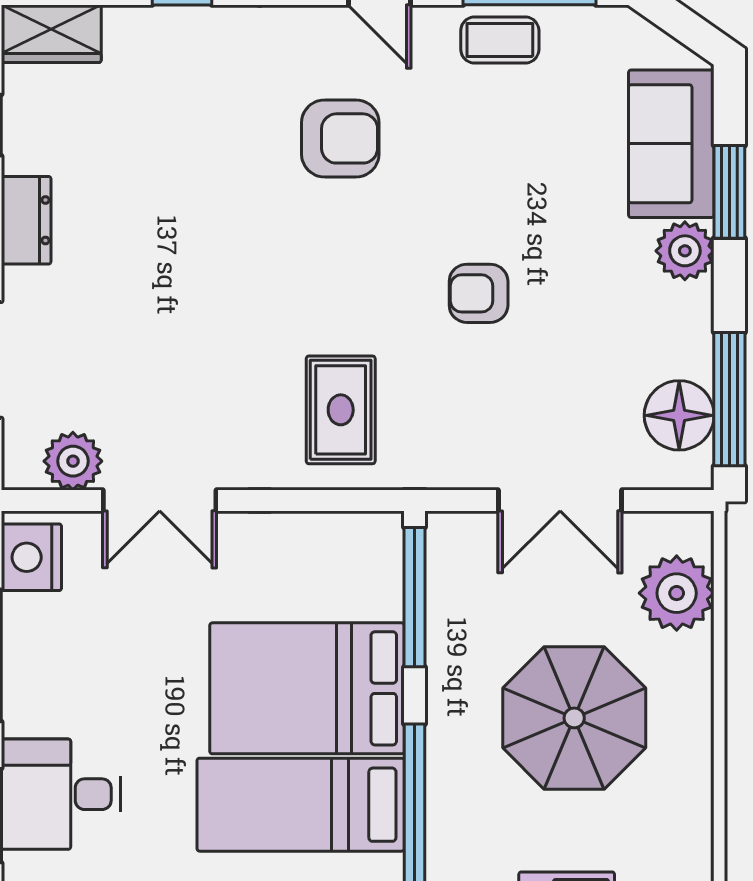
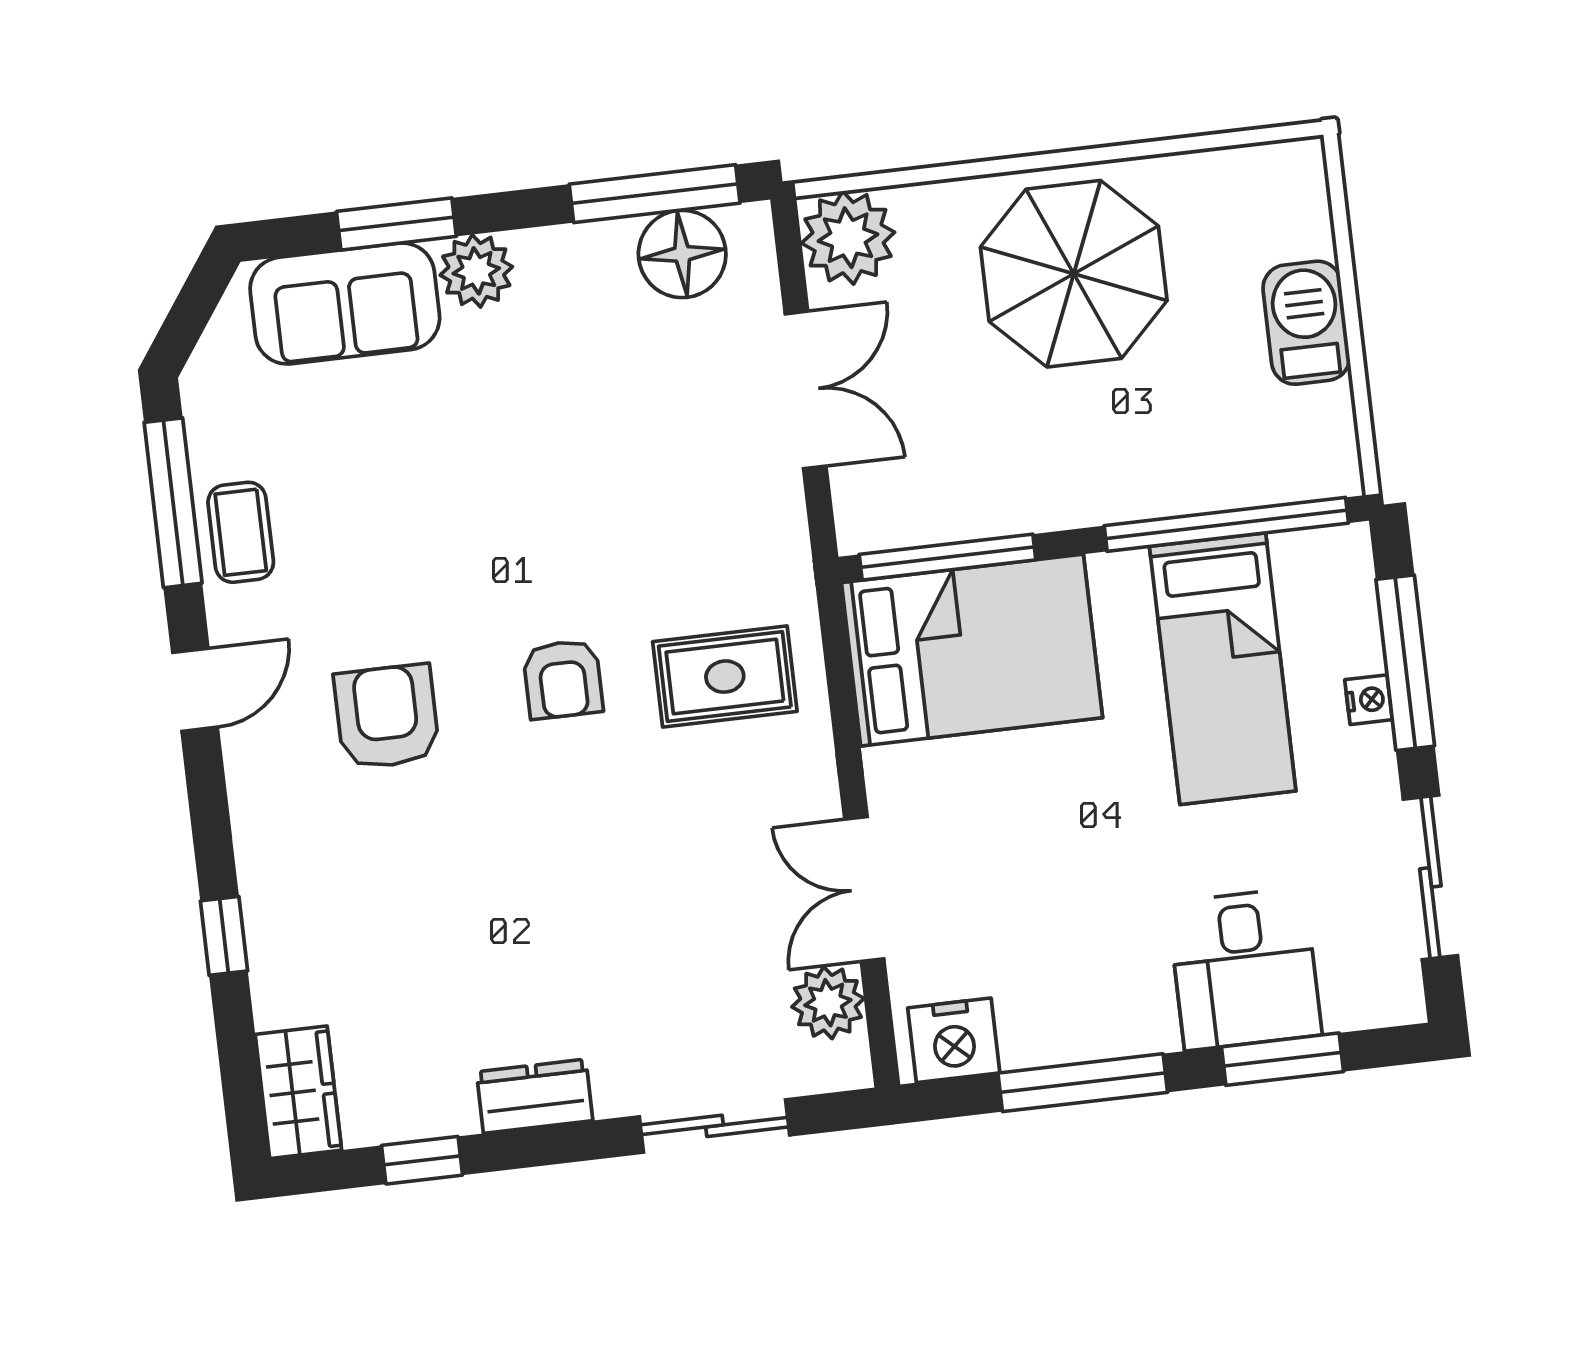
armchair: (479, 293) -> (563, 679), moved
double door: (160, 500) -> (864, 889), swing flipped
plant: (677, 593) -> (848, 238), moved
bed: (307, 688) -> (972, 650), moved, turned -90
parasol: (574, 718) -> (1074, 274), moved

